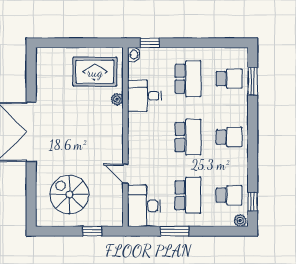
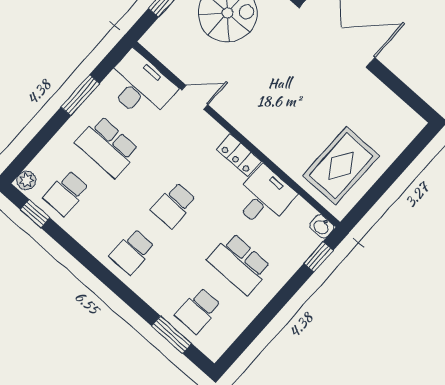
plant: (117, 99) -> (288, 163), removed
locker: (135, 127) -> (239, 155), added
school desk: (188, 137) -> (174, 205), width x0.54

